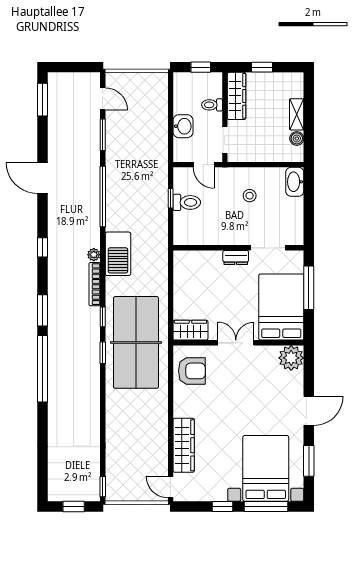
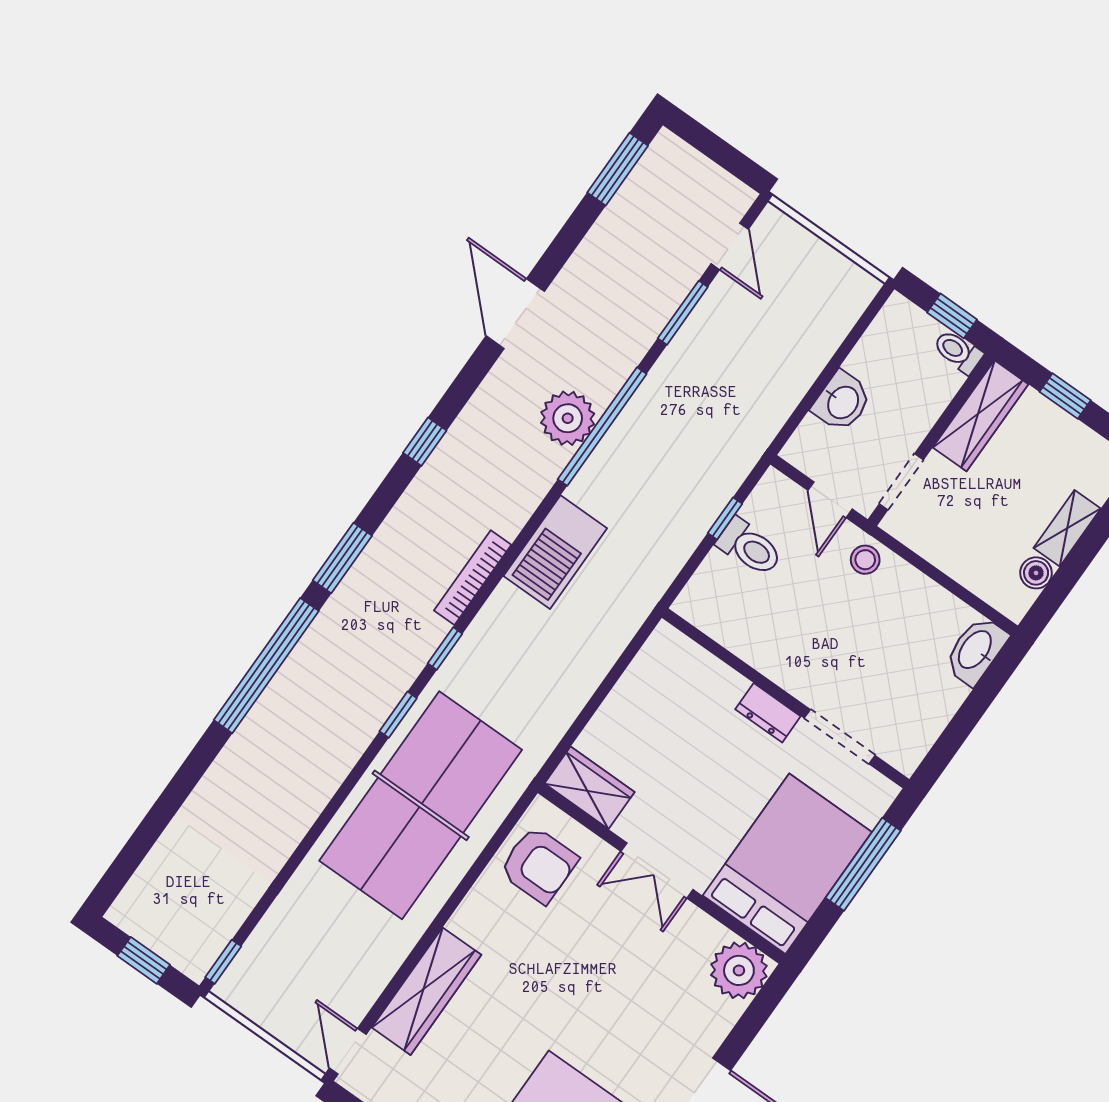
toilet: (212, 105) -> (958, 352), moved
stool: (250, 196) -> (865, 560), moved
plant: (94, 255) -> (568, 418), moved, width x1.87, depth x1.87
table tennis table: (136, 342) -> (421, 805), moved
double door: (236, 343) -> (657, 870), swing flipped

